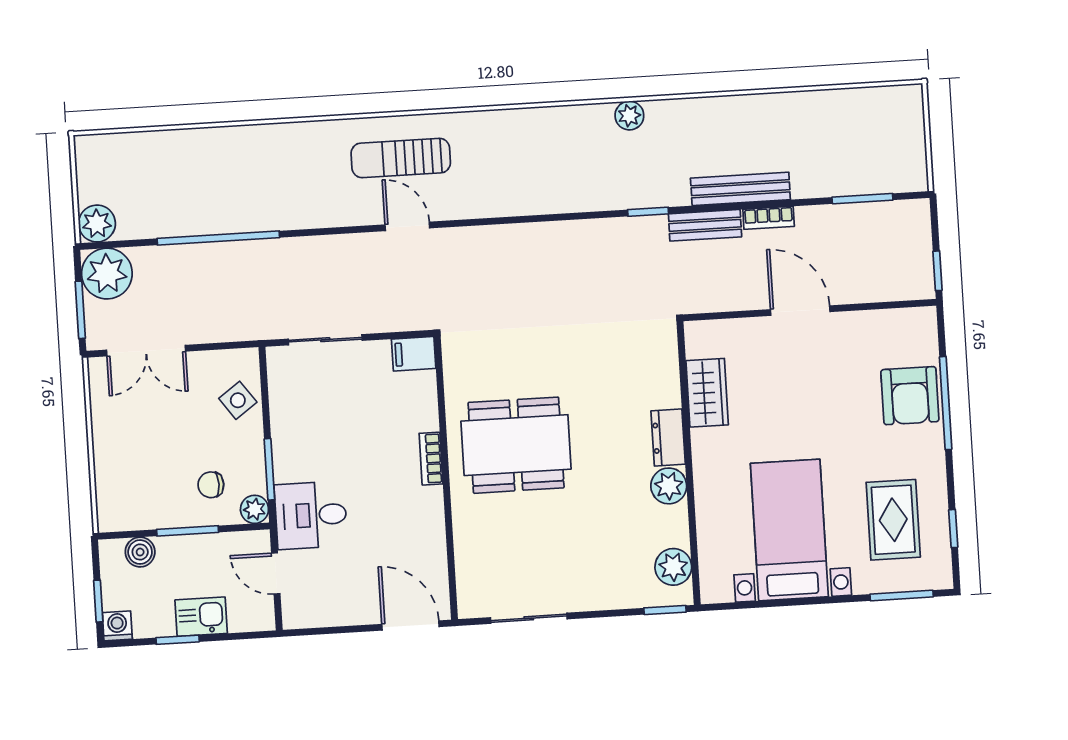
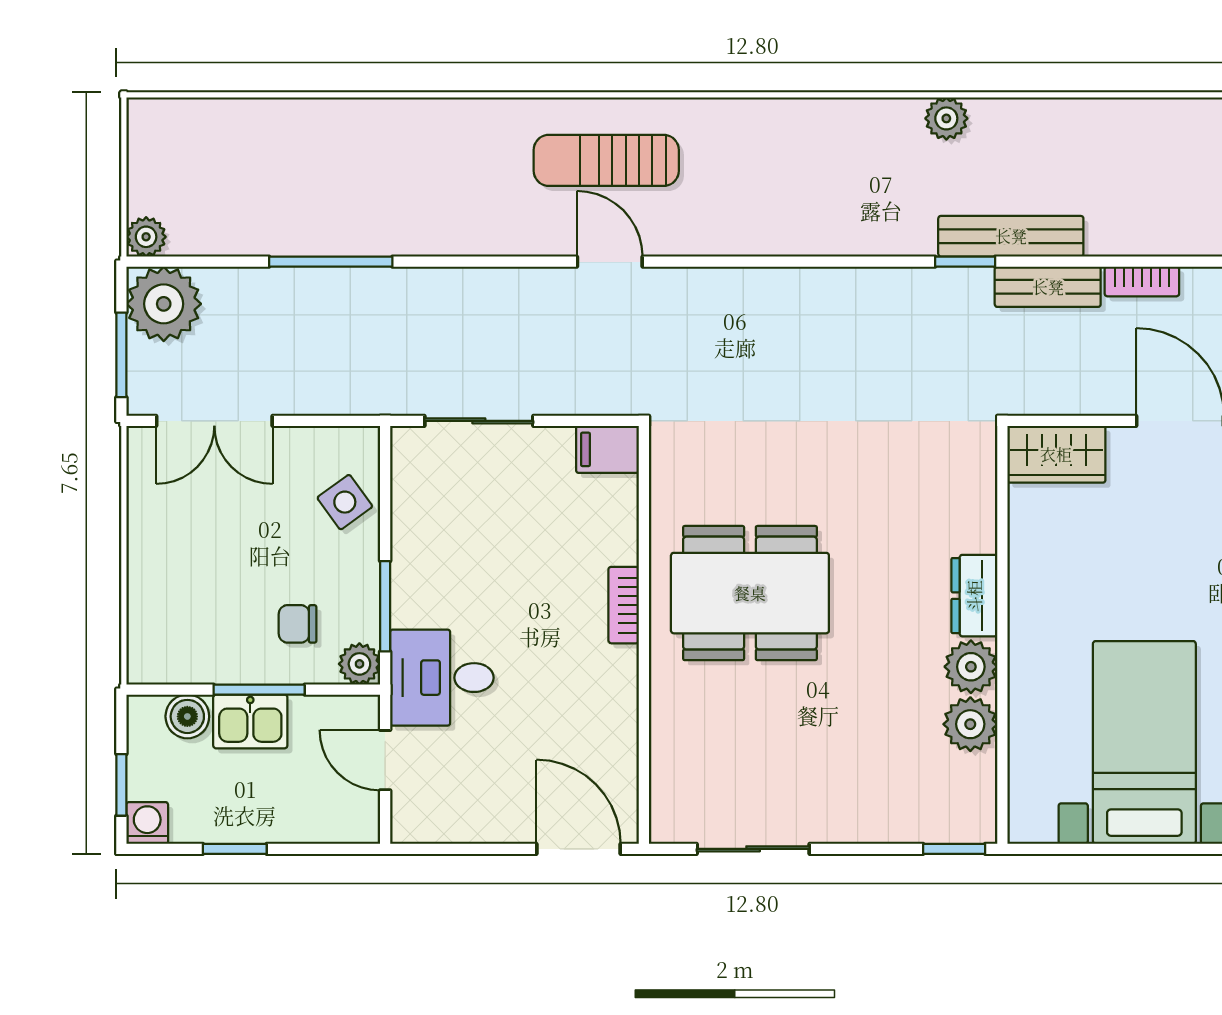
bench: (740, 189) -> (1011, 236), moved
plant: (97, 224) -> (146, 237), width x0.73, depth x0.73
window: (218, 238) -> (331, 262), width x0.68
wardrobe: (707, 393) -> (1056, 454), moved, turned 90
plant: (673, 567) -> (970, 724), moved
kitchen sink: (201, 617) -> (250, 721), moved, turned 180

